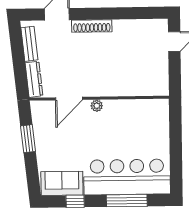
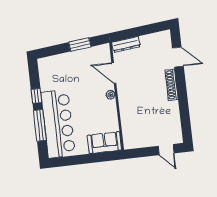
bench: (29, 44) -> (153, 38), removed
sofa: (62, 183) -> (104, 143), moved, turned -90
window: (75, 201) -> (36, 96), moved

